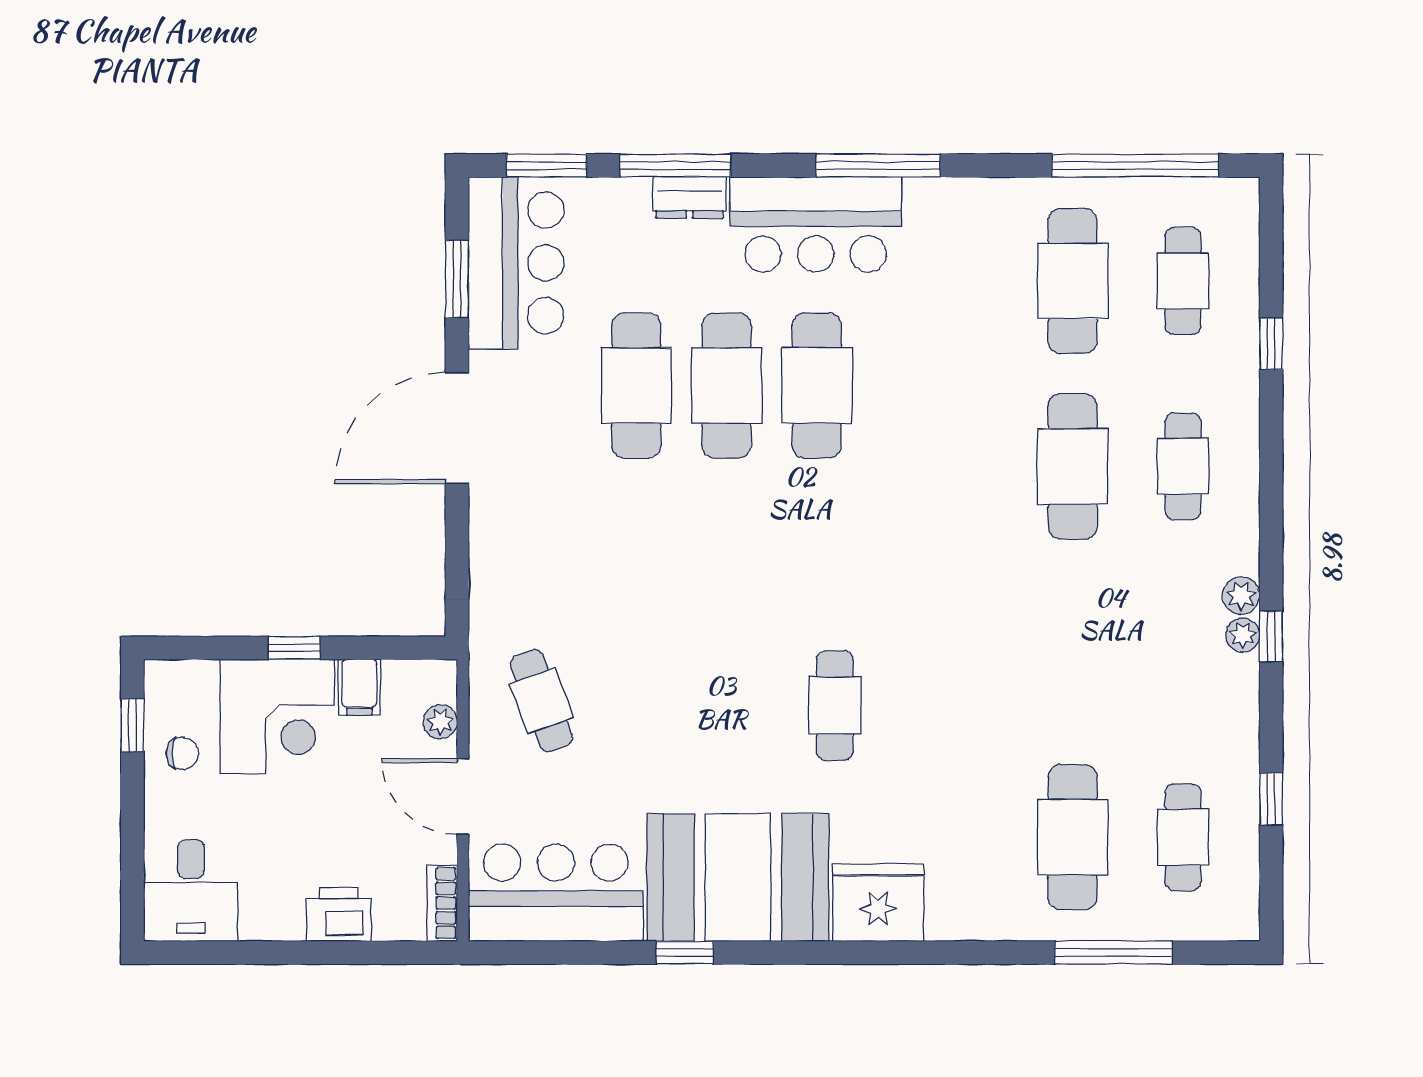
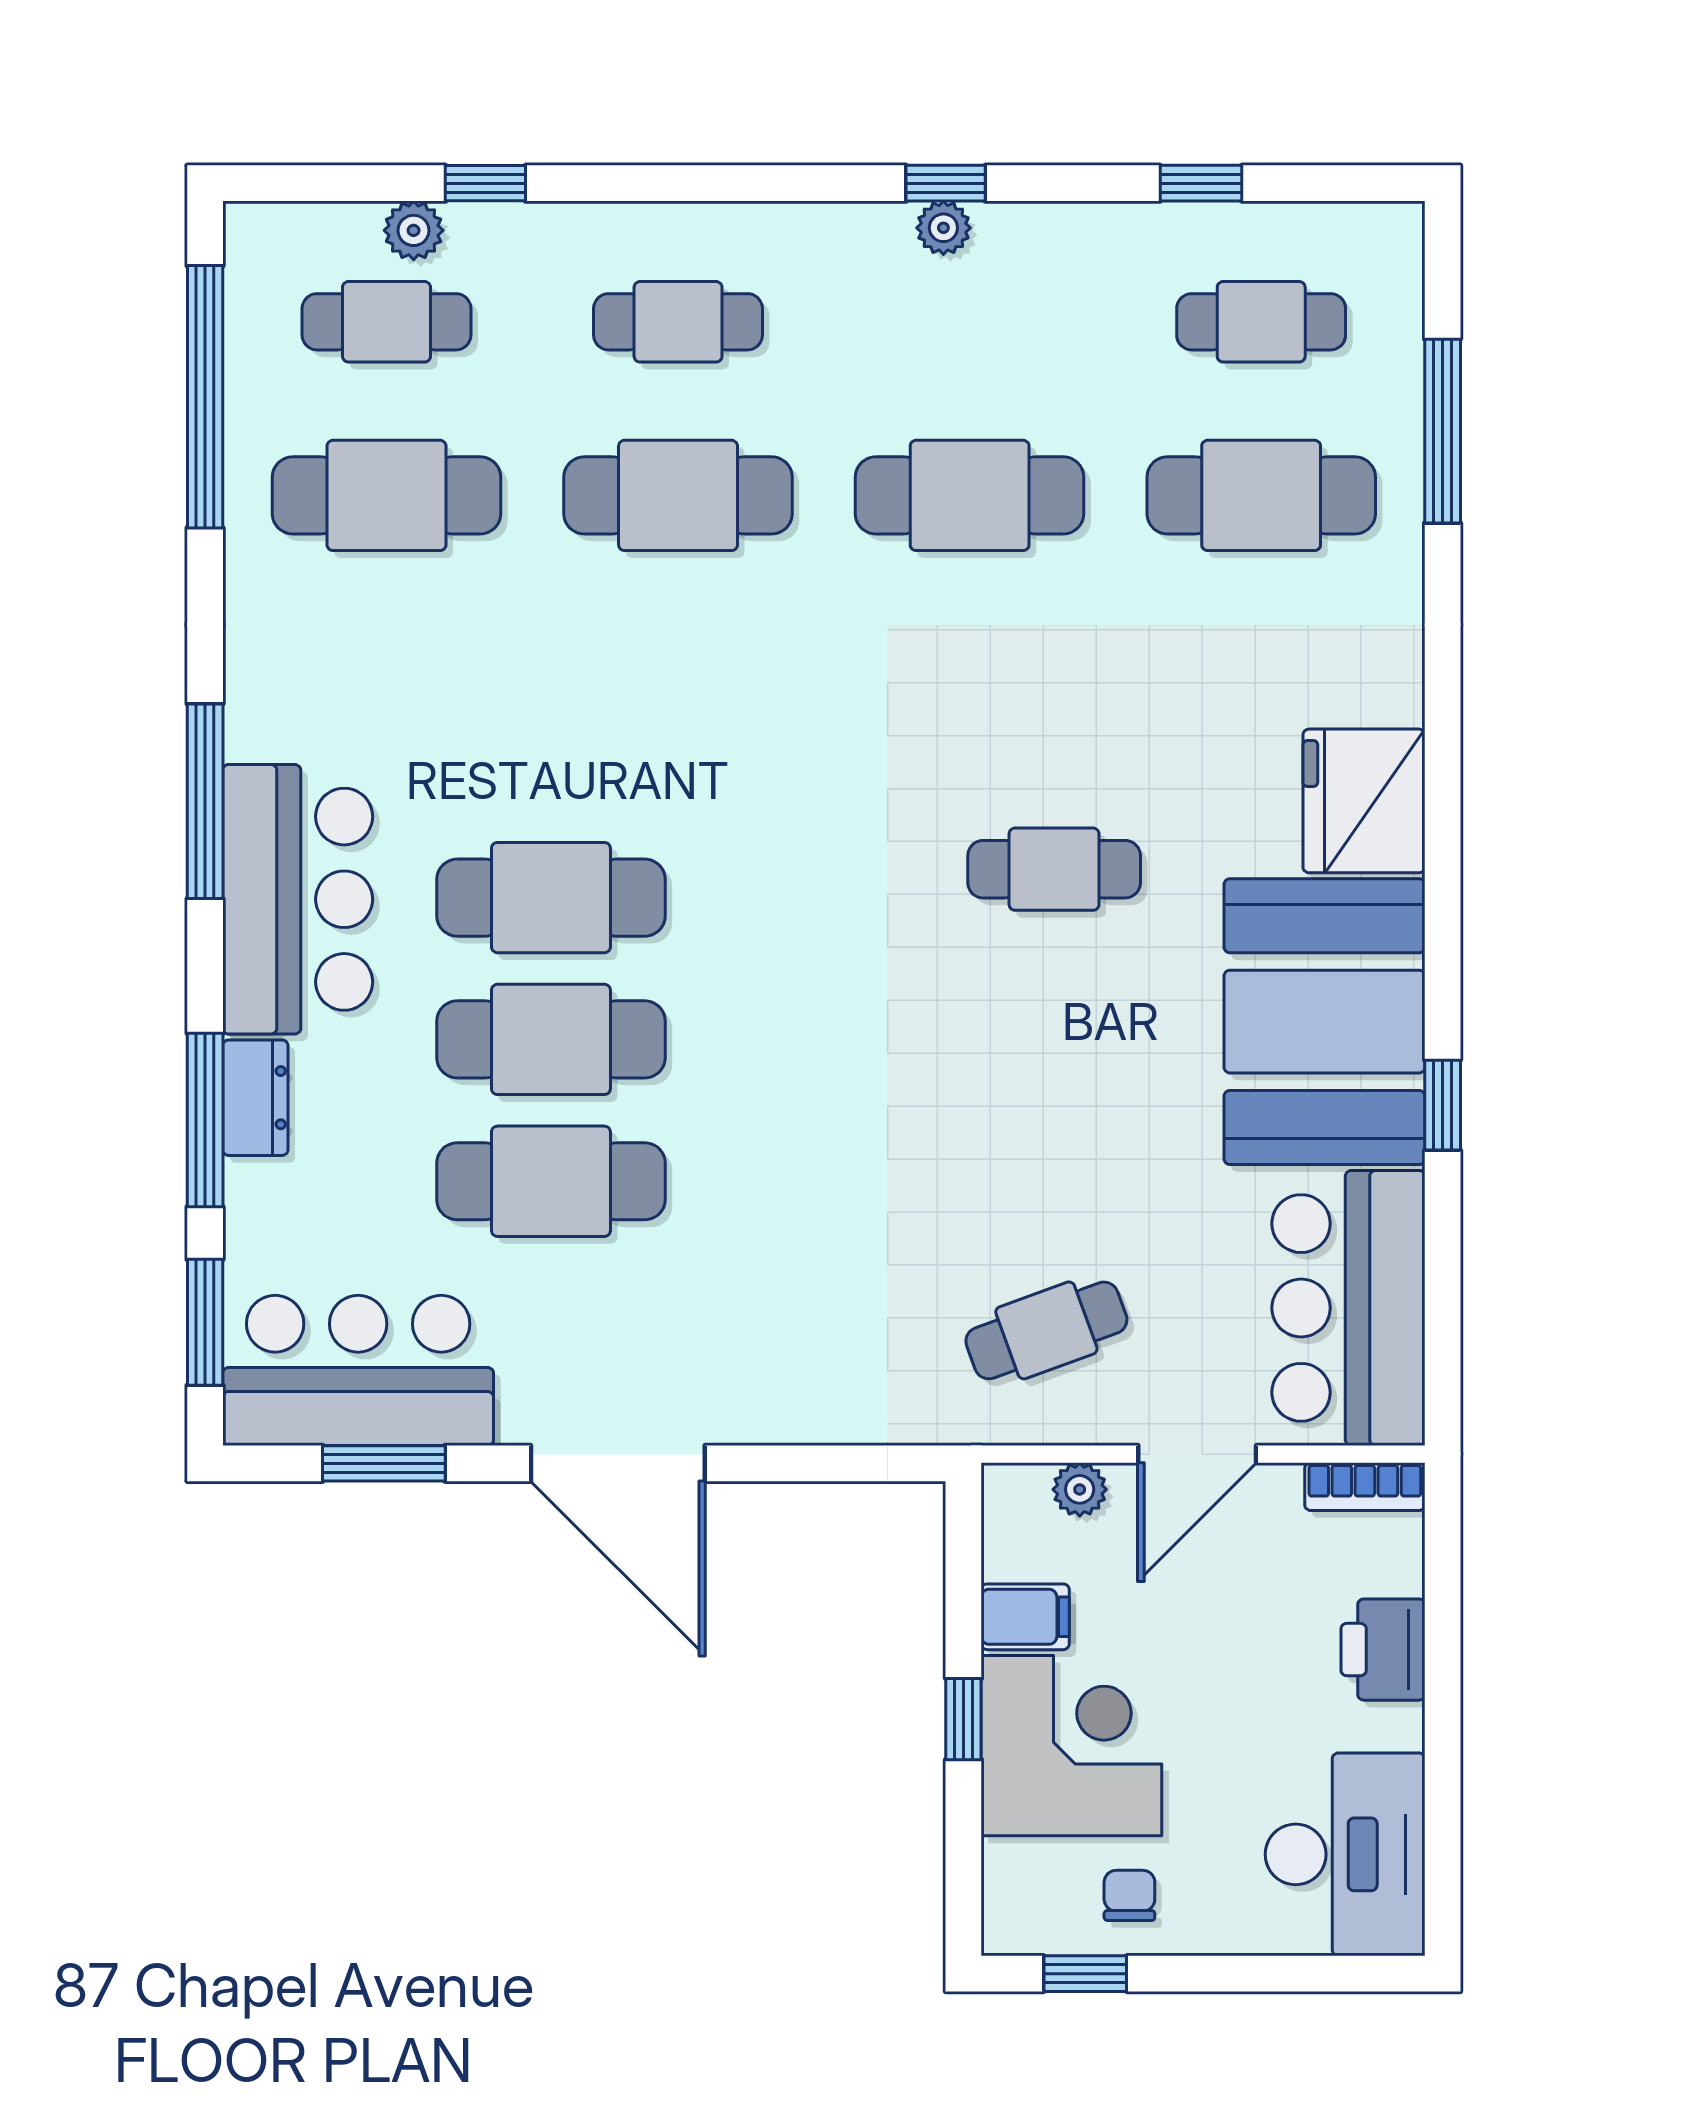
plant: (1241, 596) -> (414, 230), moved
cafe table: (1073, 652) -> (970, 495), added
desk: (191, 891) -> (1345, 1854), width x1.37

